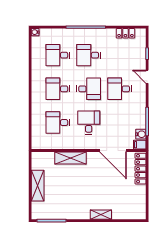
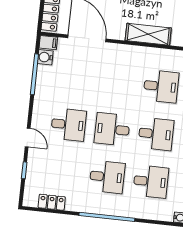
desk: (89, 123) -> (117, 82), removed

